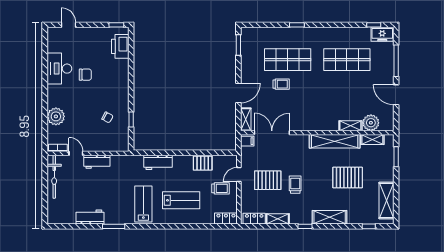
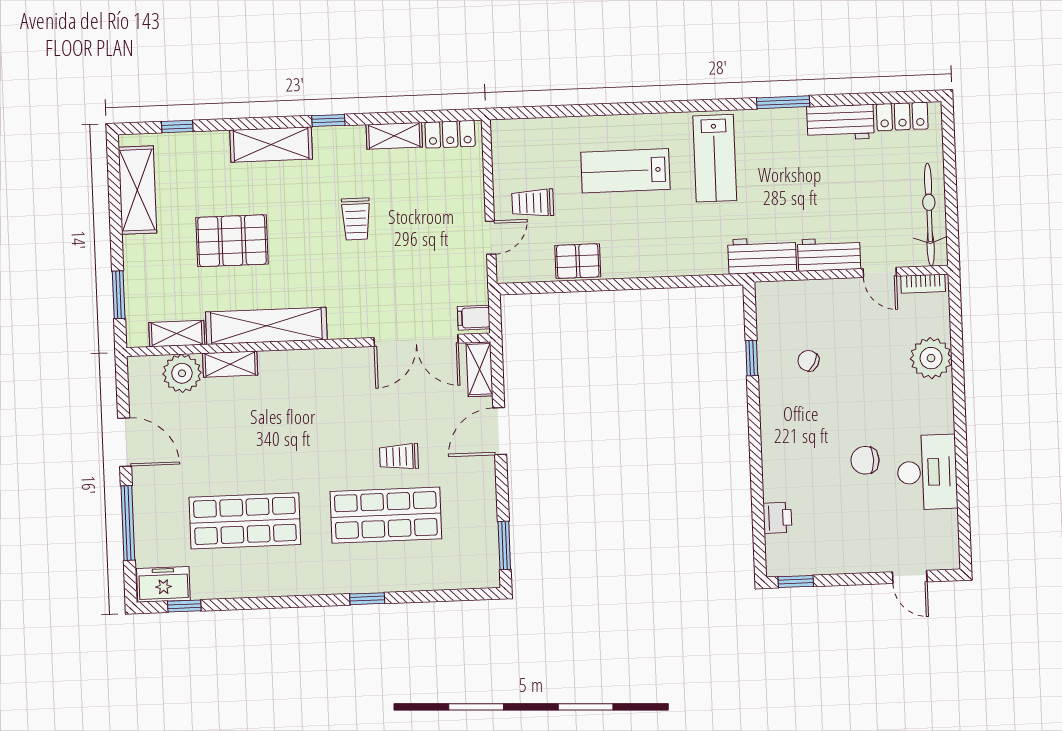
printer: (120, 46) -> (777, 518), width x0.53, depth x0.68
workbench: (158, 162) -> (762, 256), moved
pallet: (268, 180) -> (421, 227), removed
locker: (226, 218) -> (902, 116), moved

